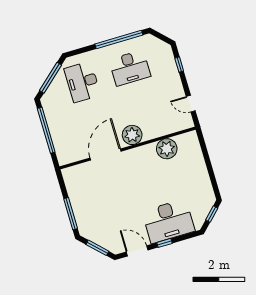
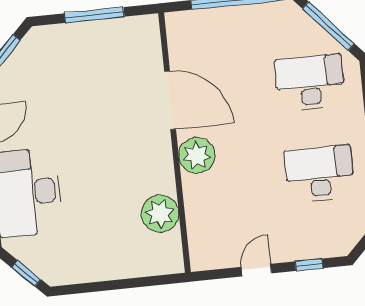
desk: (130, 68) -> (319, 174), turned 90
door: (191, 104) -> (256, 270), moved
window: (71, 214) -> (94, 15), moved

